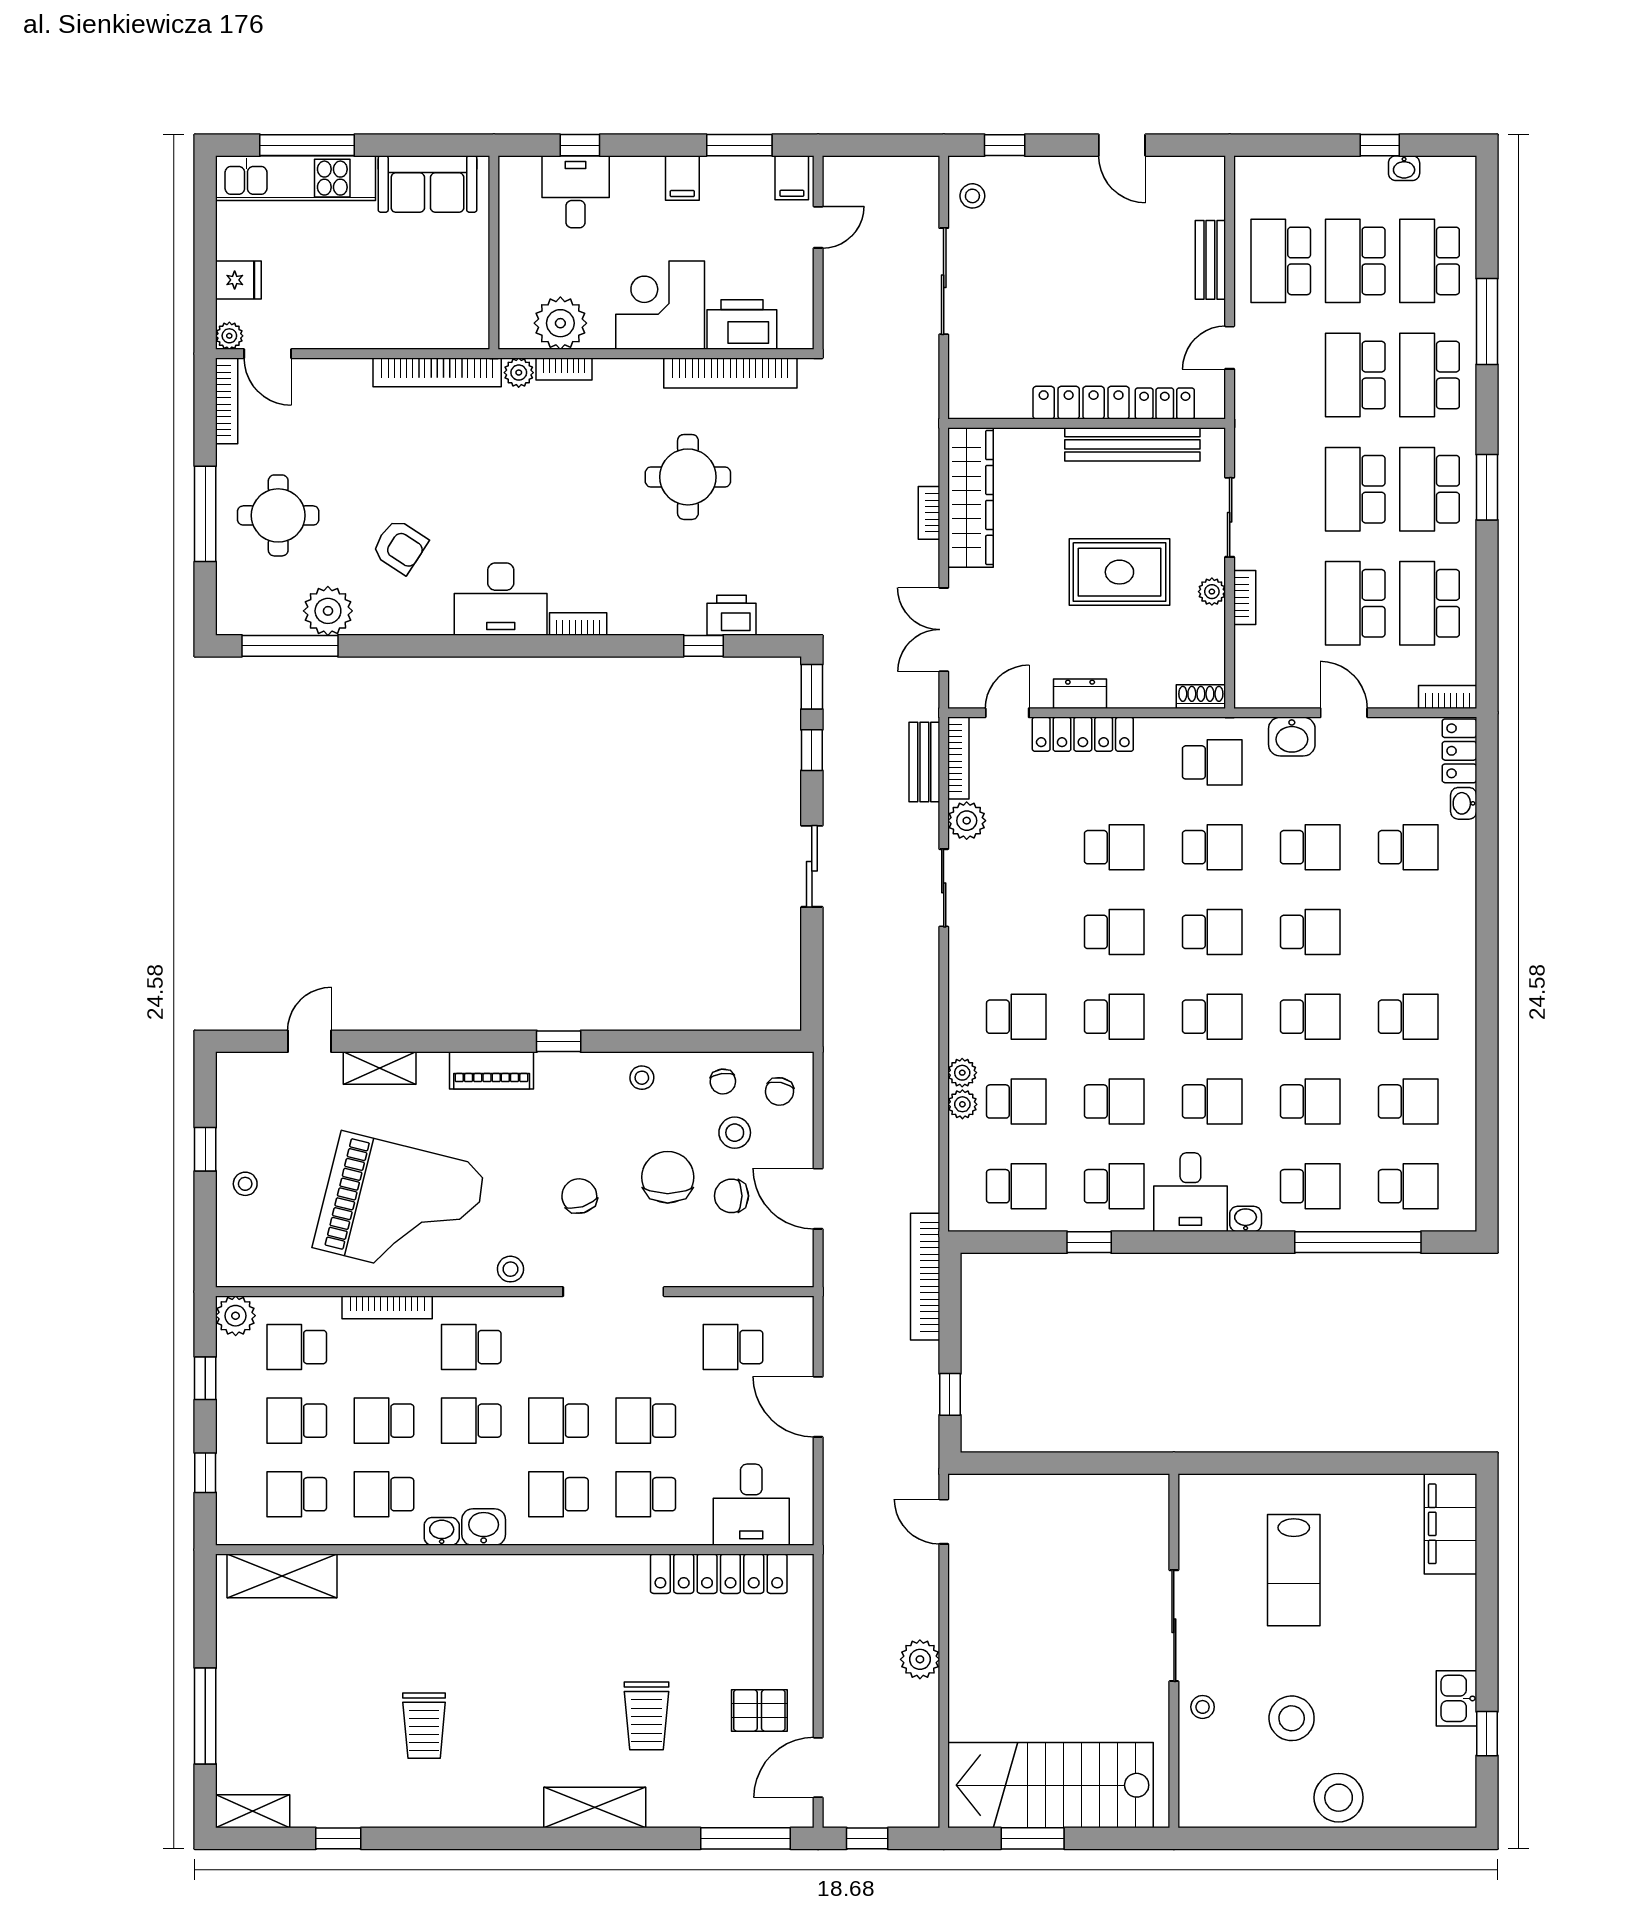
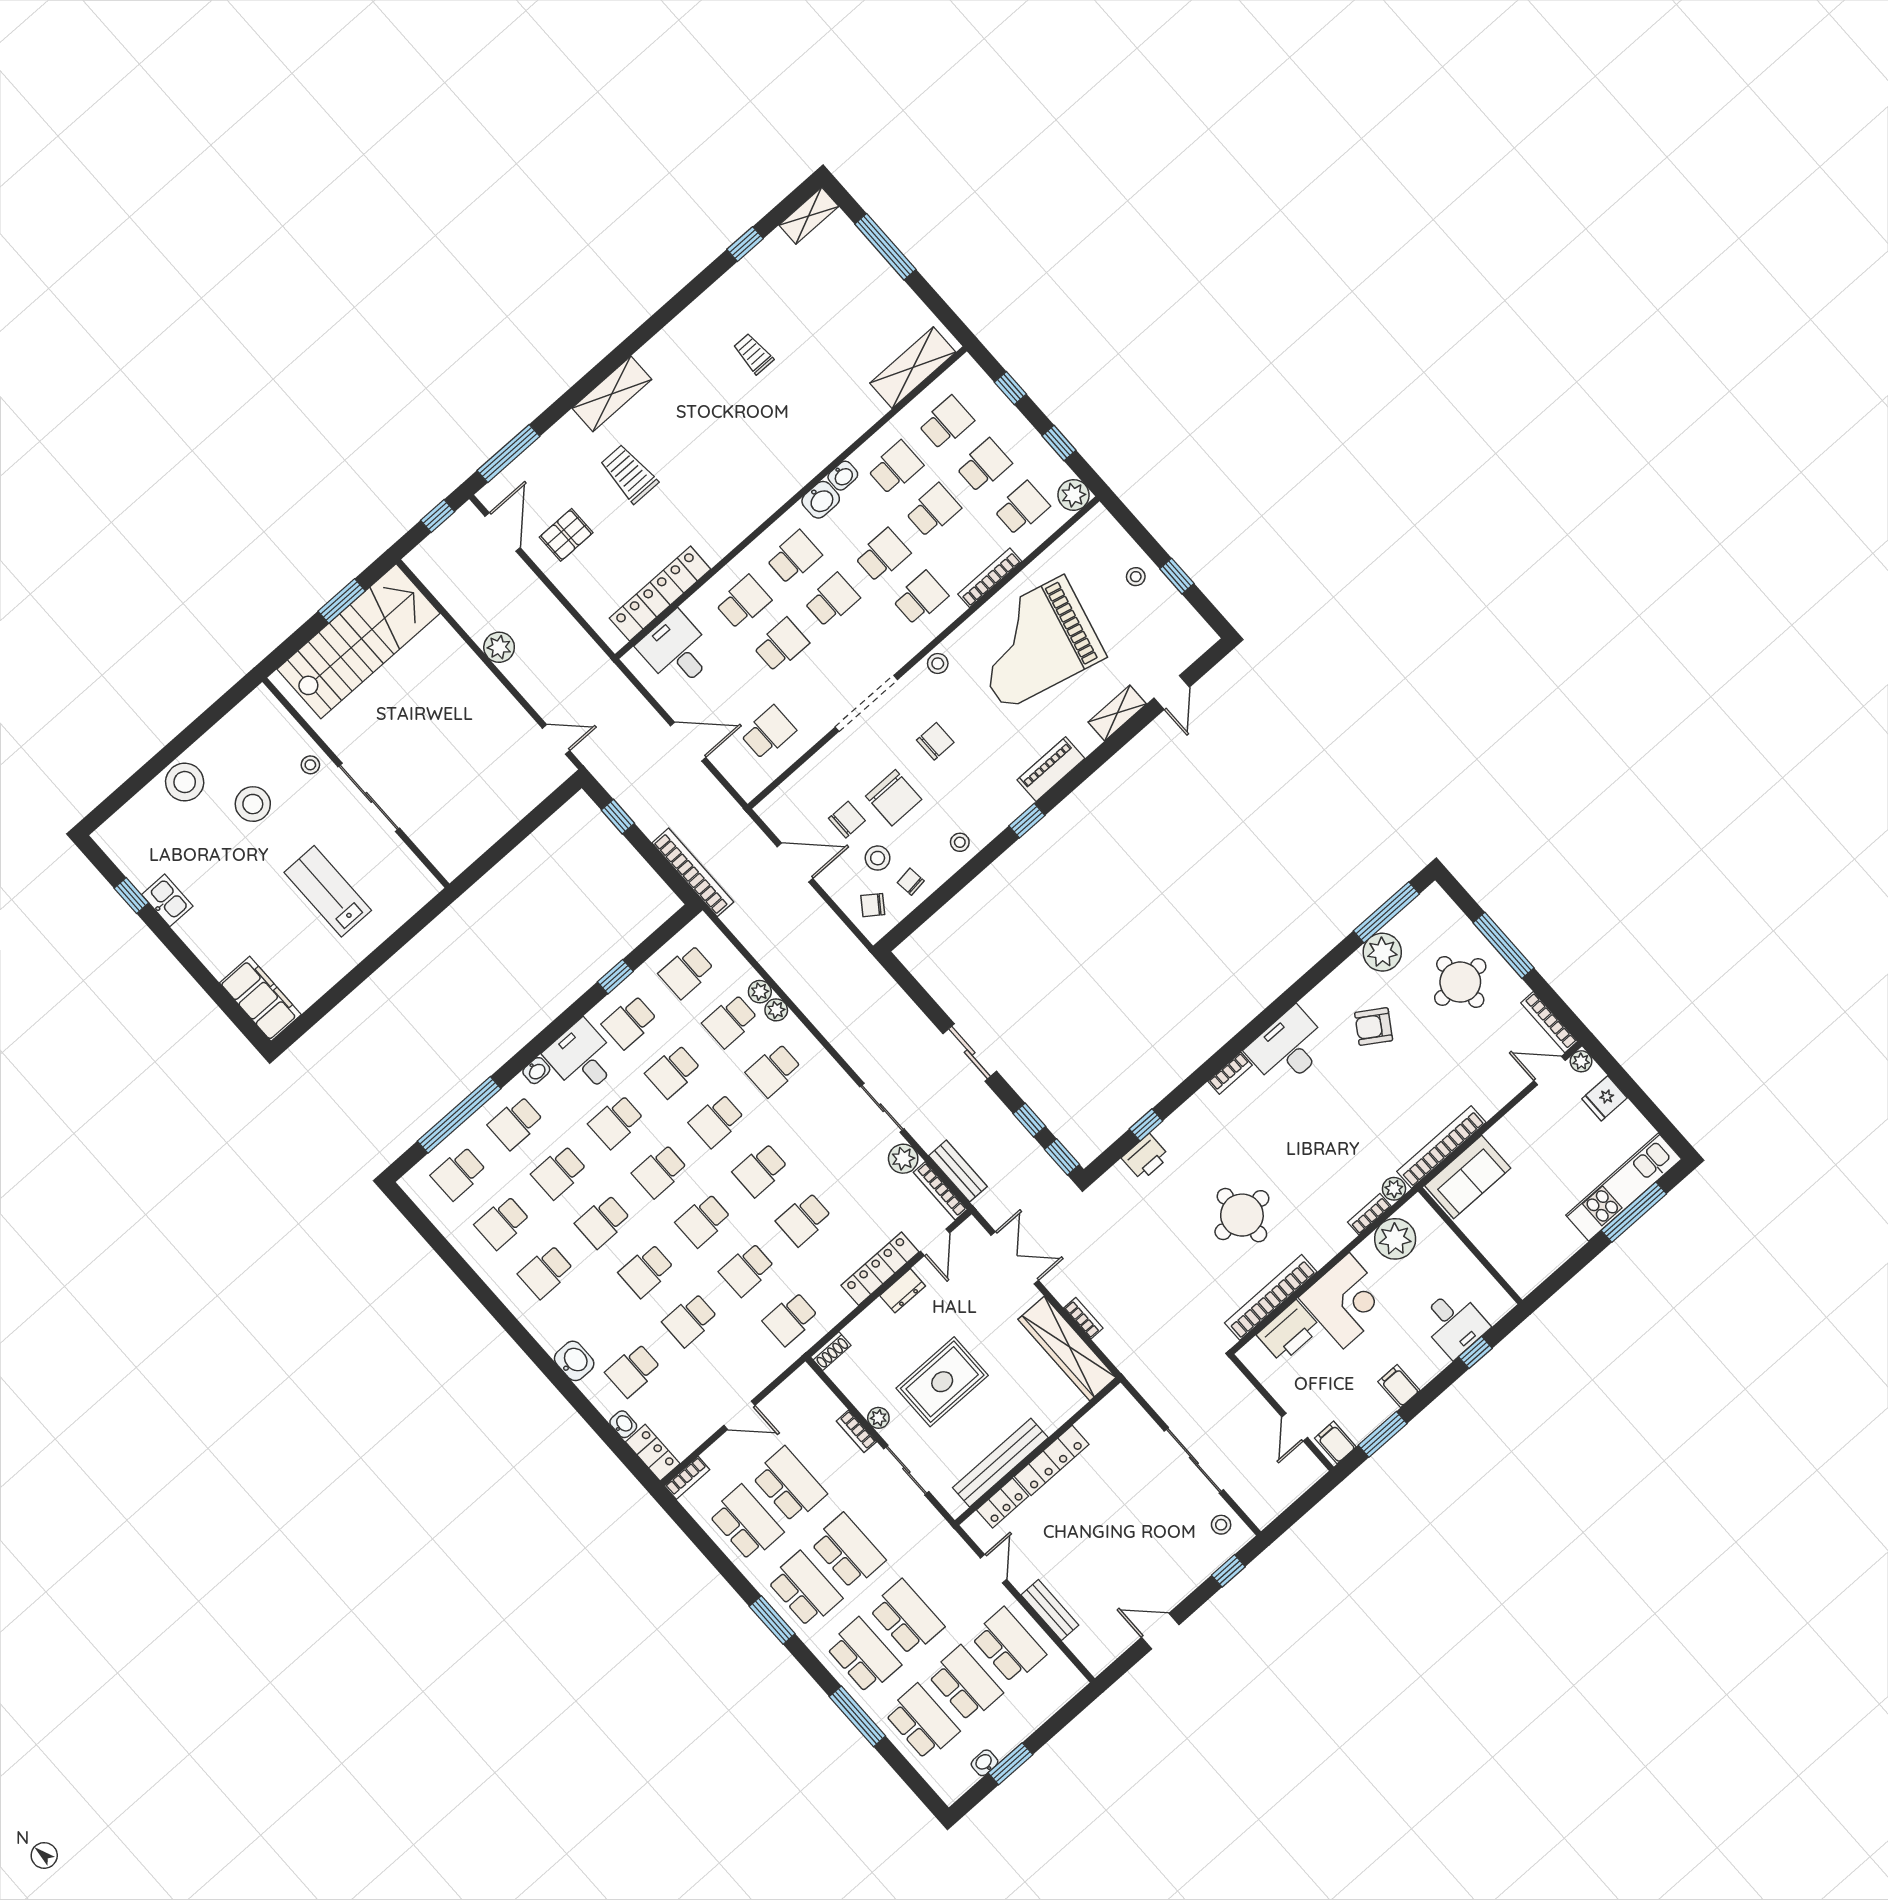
window: (1380, 145) -> (1010, 1764), width x1.50
sofa: (427, 184) -> (1468, 1177), moved, turned 180
washbasin: (1292, 737) -> (574, 1361), moved, turned 90
chair: (779, 1091) -> (873, 905), turned -65
chair: (579, 1196) -> (935, 741), turned -73
trolley: (424, 1726) -> (753, 354), width x0.73, depth x0.72

